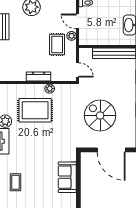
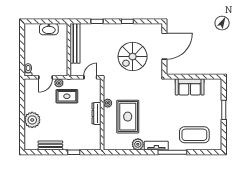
coffee table: (15, 182) -> (194, 135), width x1.86, depth x1.72

